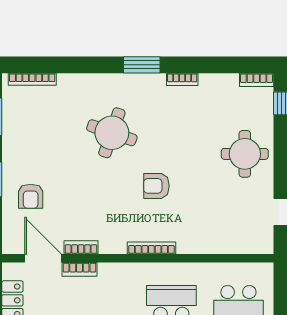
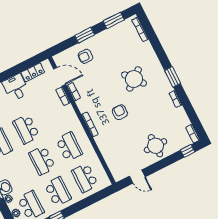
round table: (112, 133) -> (134, 79), turned 32
door: (43, 258) -> (60, 77), hinge flipped

